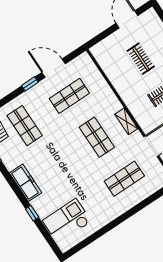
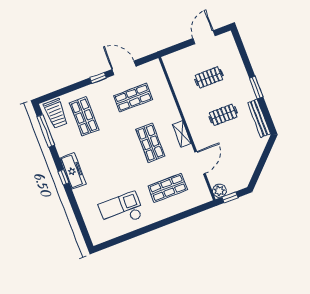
clothes rail: (141, 59) -> (209, 77), turned 90
window: (32, 213) -> (64, 177), moved
checkout: (67, 221) -> (121, 210), moved

